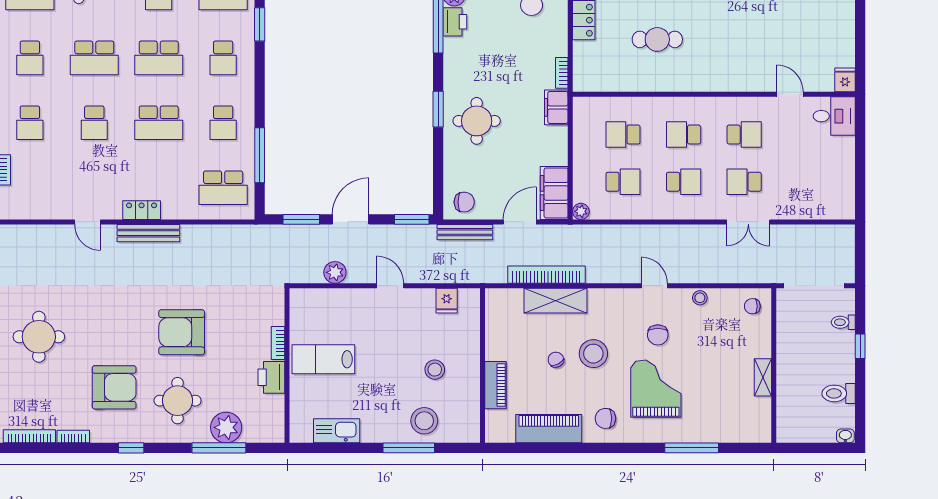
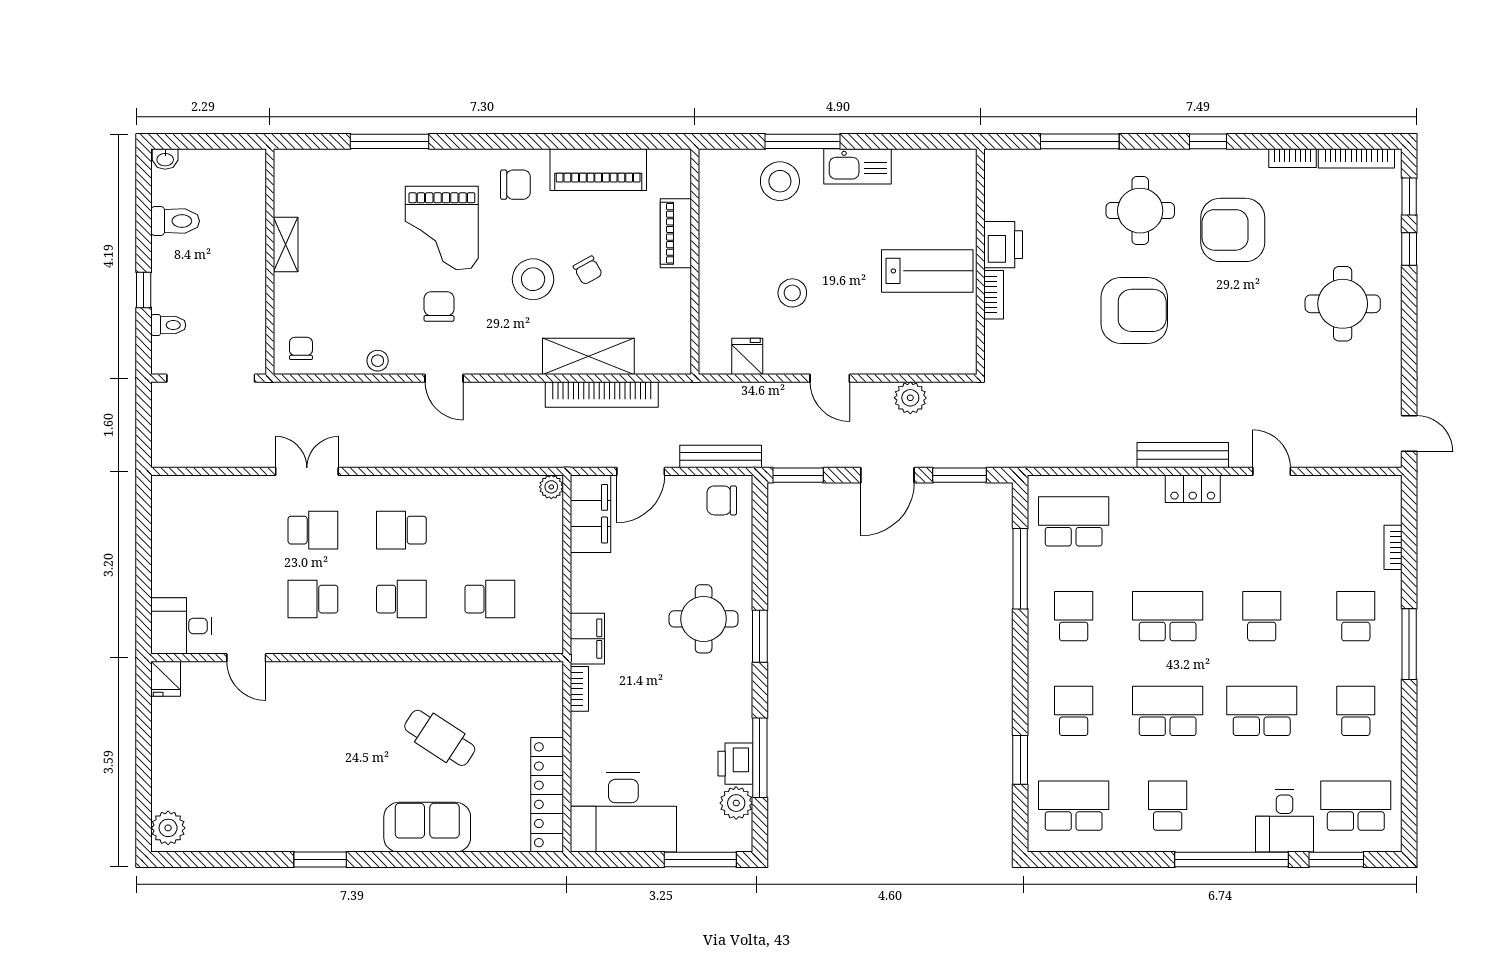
cafe table: (657, 39) -> (440, 738), turned 33
school desk: (623, 182) -> (490, 530), removed
chair: (752, 306) -> (301, 348), turned -90
stool: (435, 370) -> (792, 293), moved
plant: (226, 427) -> (1069, 171), removed
kitchen sink: (337, 431) -> (857, 166), moved

